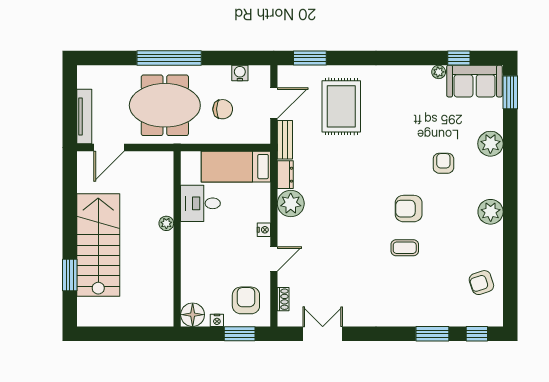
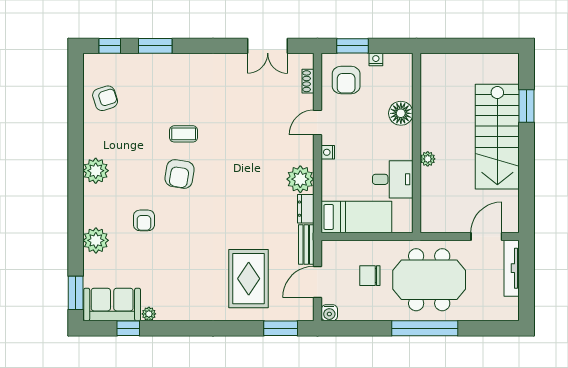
water cooler: (240, 73) -> (329, 313), moved
armchair: (409, 209) -> (180, 174), turned 99
floor lamp: (193, 315) -> (401, 113), moved

